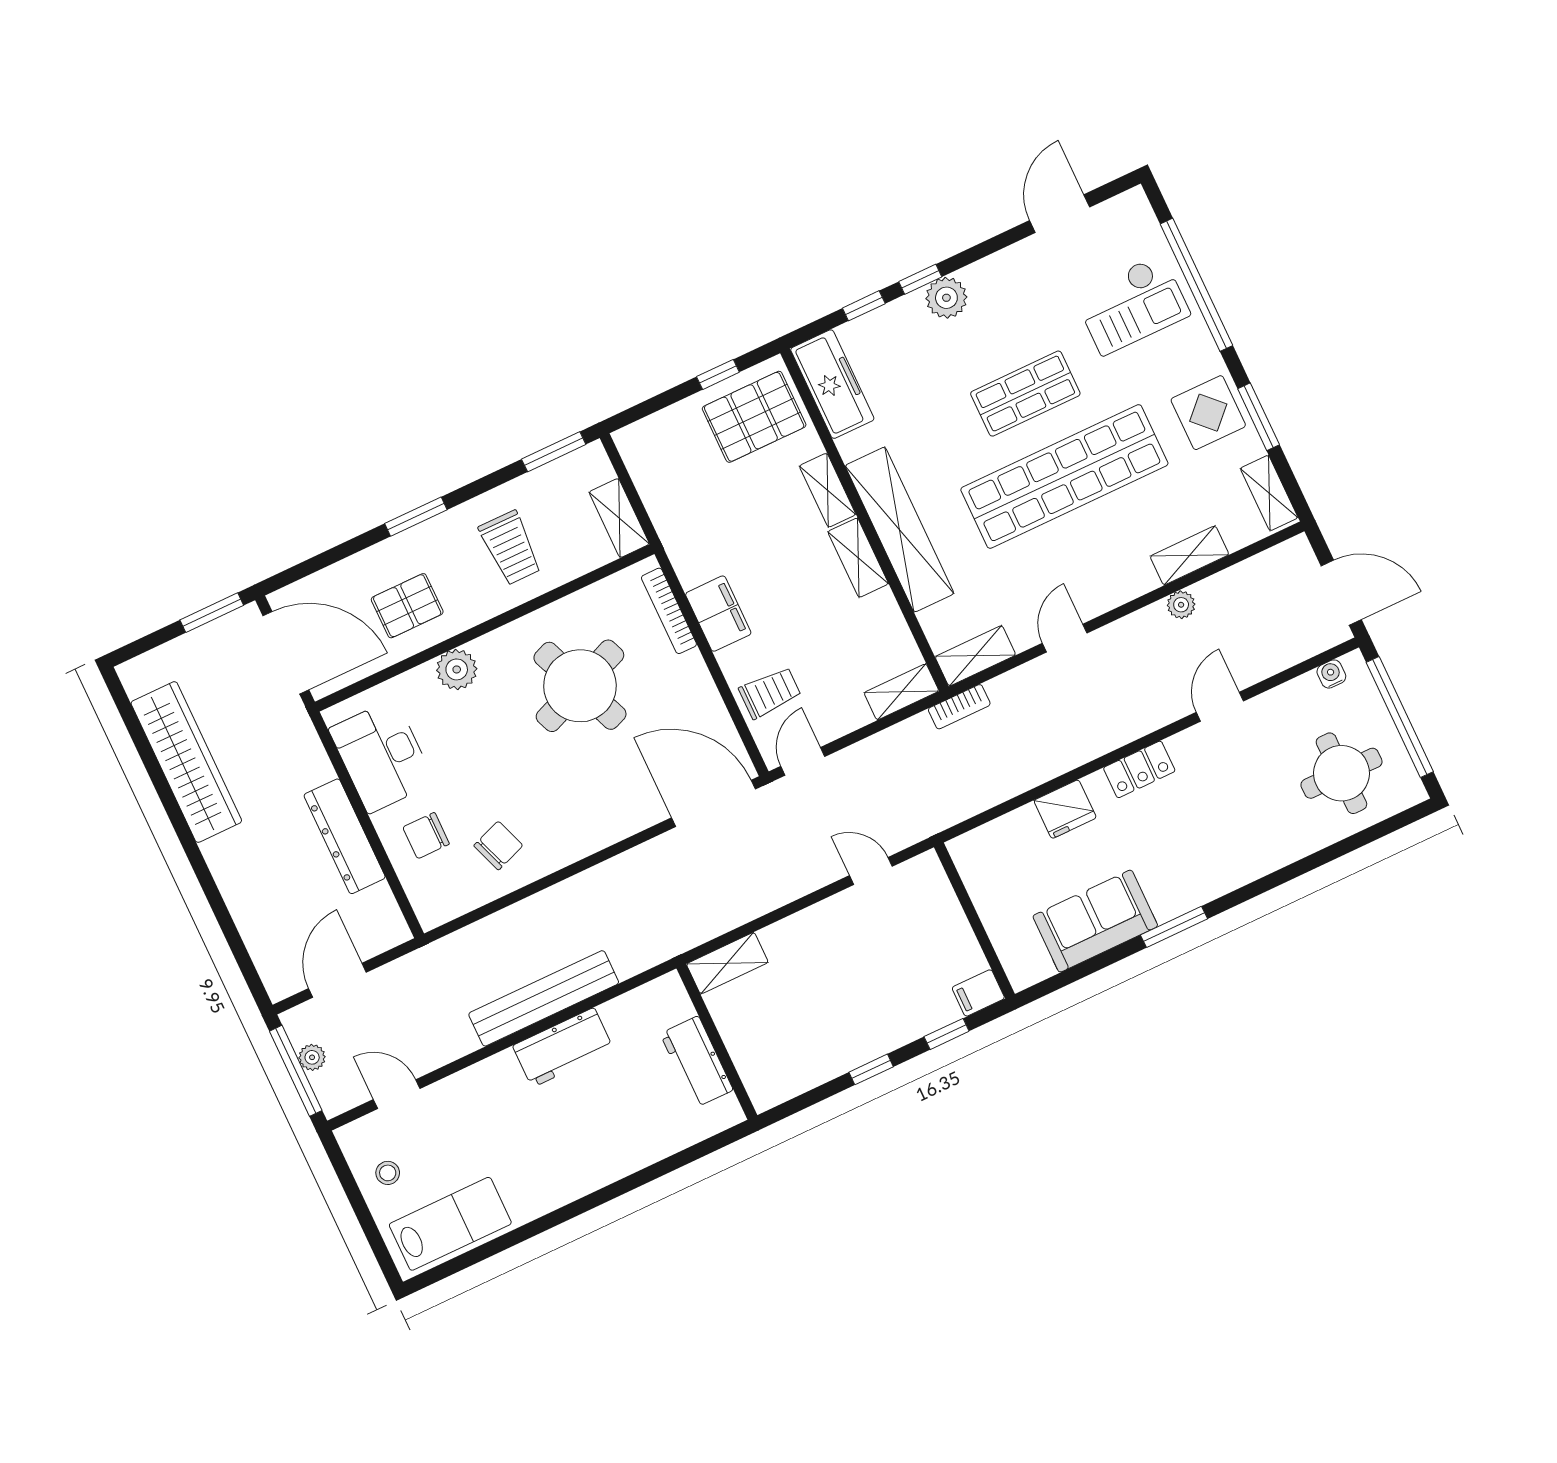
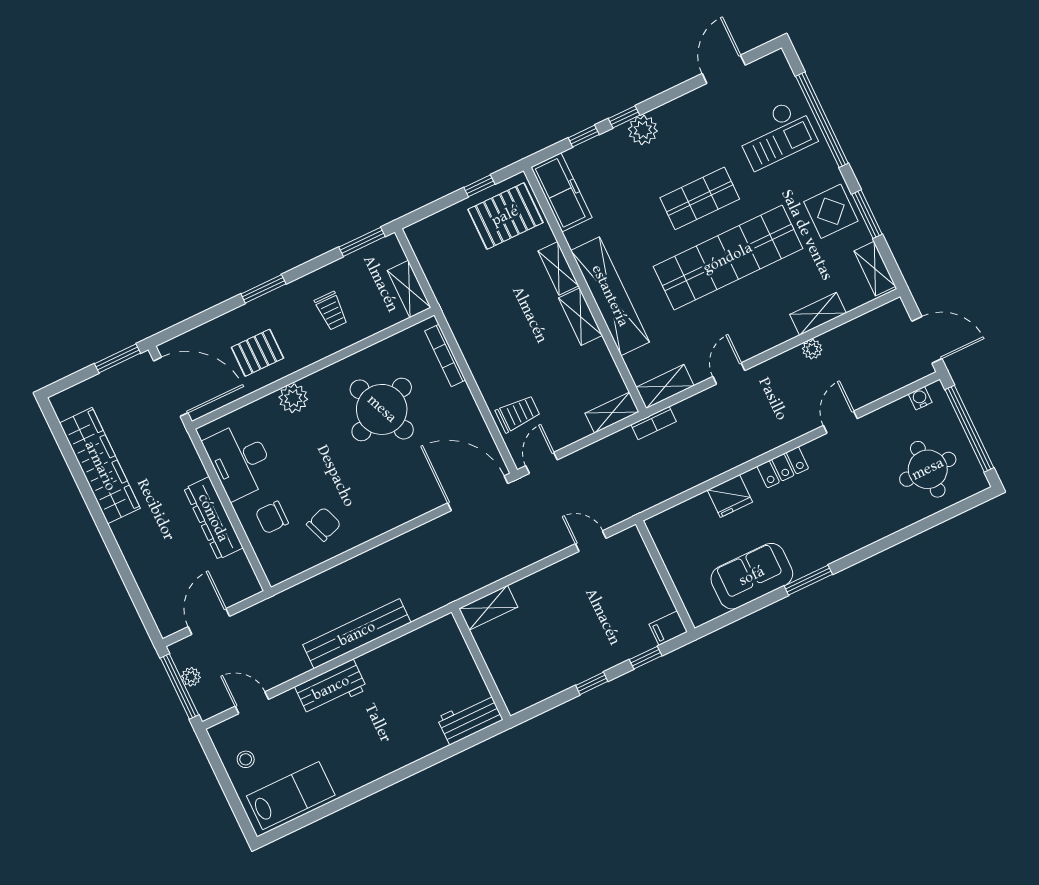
trolley: (510, 548) -> (331, 311), width x0.73, depth x0.72
filing cabinet: (718, 614) -> (481, 357), removed
workbench: (563, 1048) -> (331, 688), moved
workbench: (697, 1062) -> (470, 719), moved, turned 90

